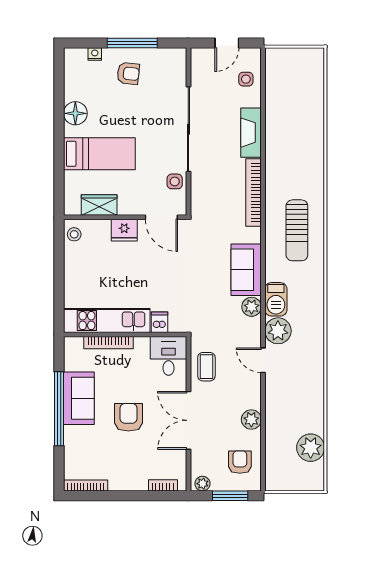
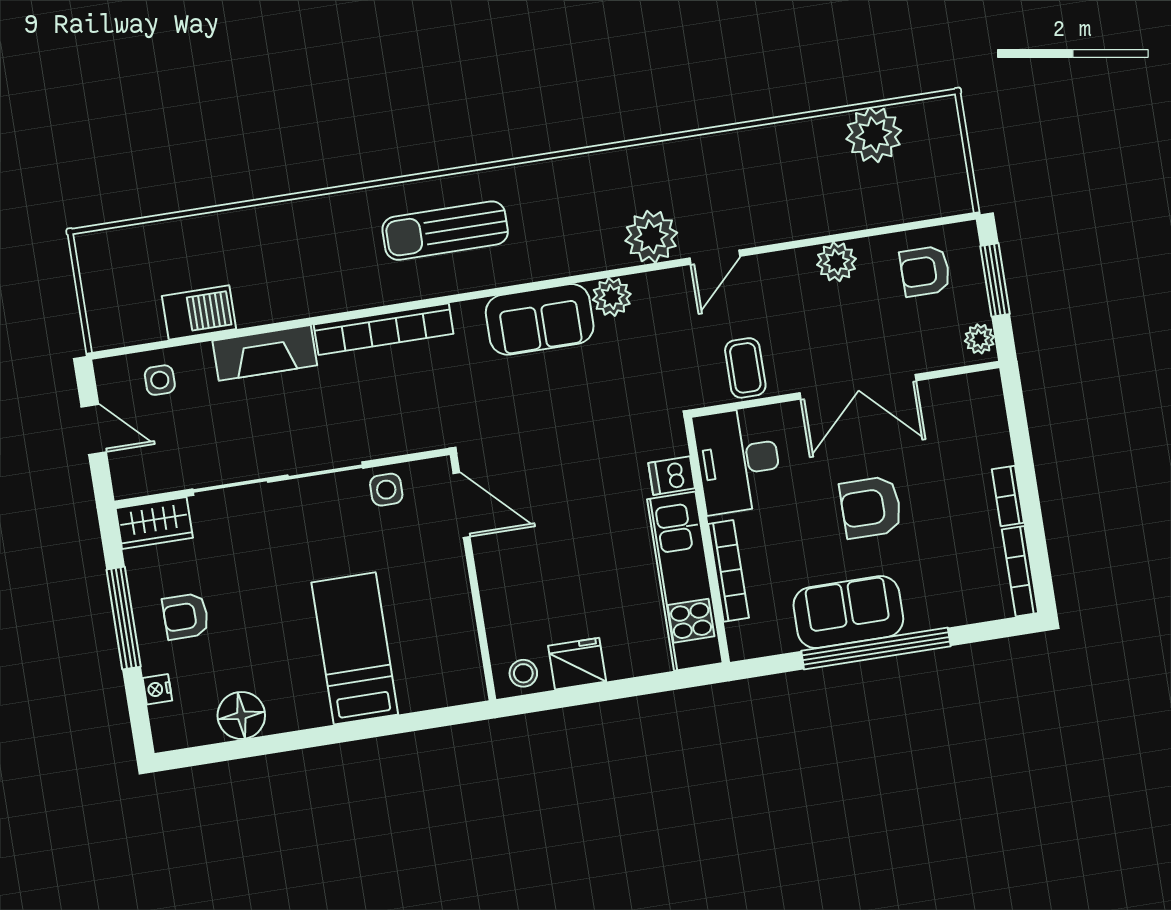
armchair: (128, 73) -> (186, 616), turned -96
floor lamp: (75, 113) -> (241, 715), moved
wardrobe: (99, 205) -> (154, 523), moved, turned -90
door: (161, 217) -> (462, 505), hinge flipped
fridge: (124, 230) -> (577, 664), moved, turned -90
sun lounger: (297, 230) -> (445, 231), turned 180
barbecue: (276, 299) -> (199, 313), moved
desk: (168, 356) -> (738, 460), width x1.37
coffee table: (206, 367) -> (745, 368), turned 90
bookcase: (163, 485) -> (1008, 496), moved

